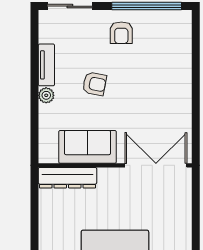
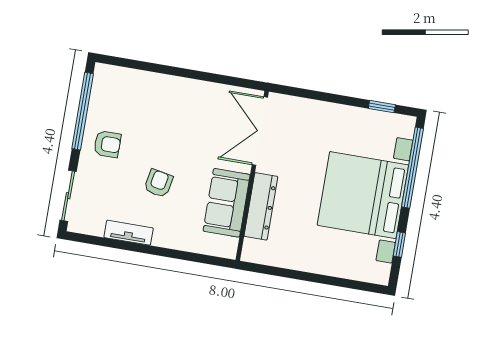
plant: (46, 95) -> (162, 239), removed
dresser: (67, 178) -> (261, 206), moved

